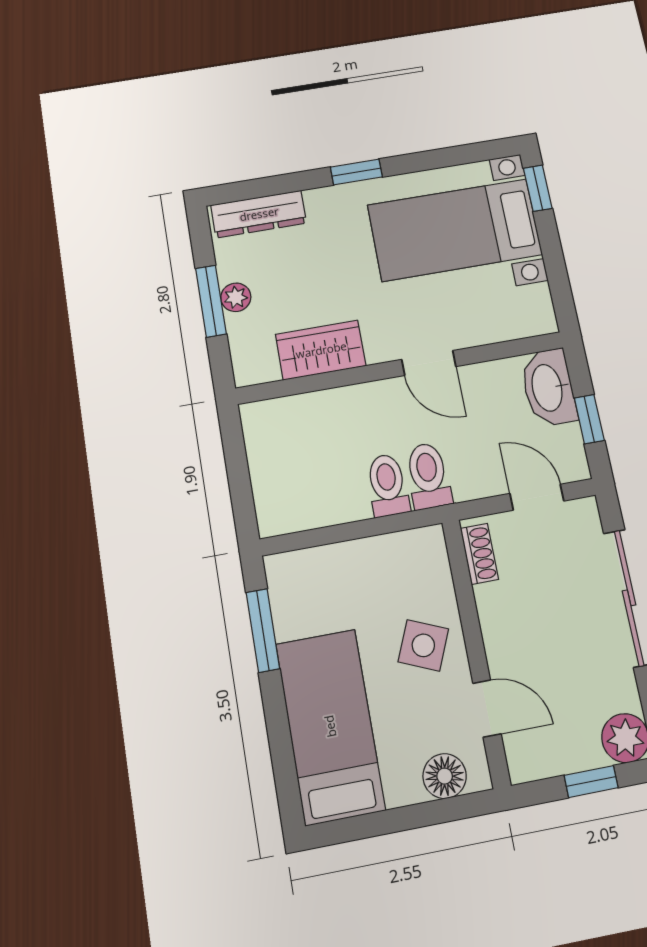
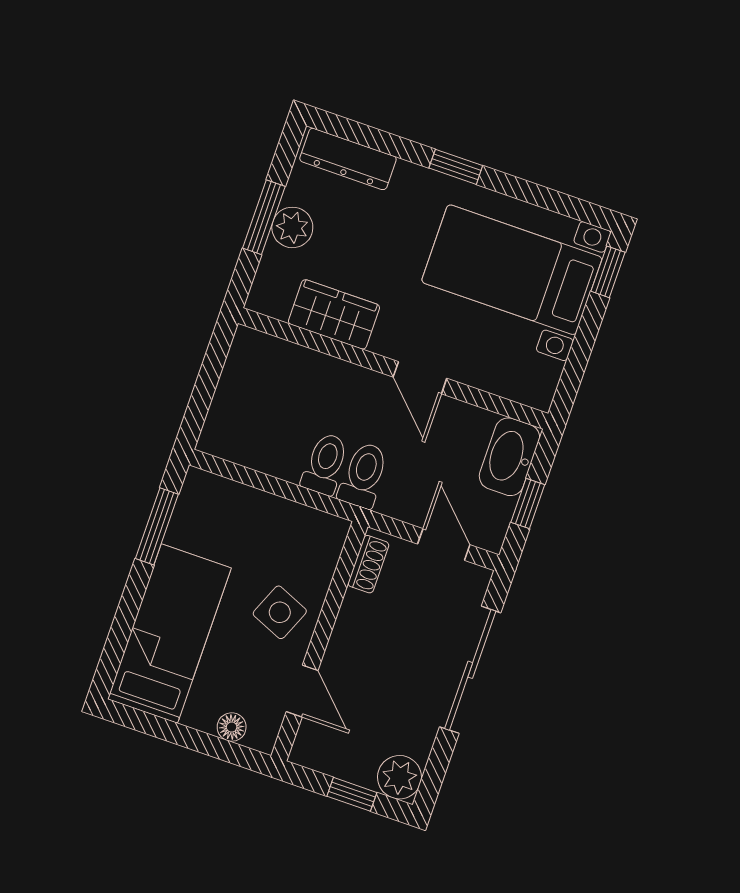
plant: (236, 297) -> (292, 227), width x1.38, depth x1.38
floor lamp: (445, 776) -> (232, 727), width x0.73, depth x0.73

